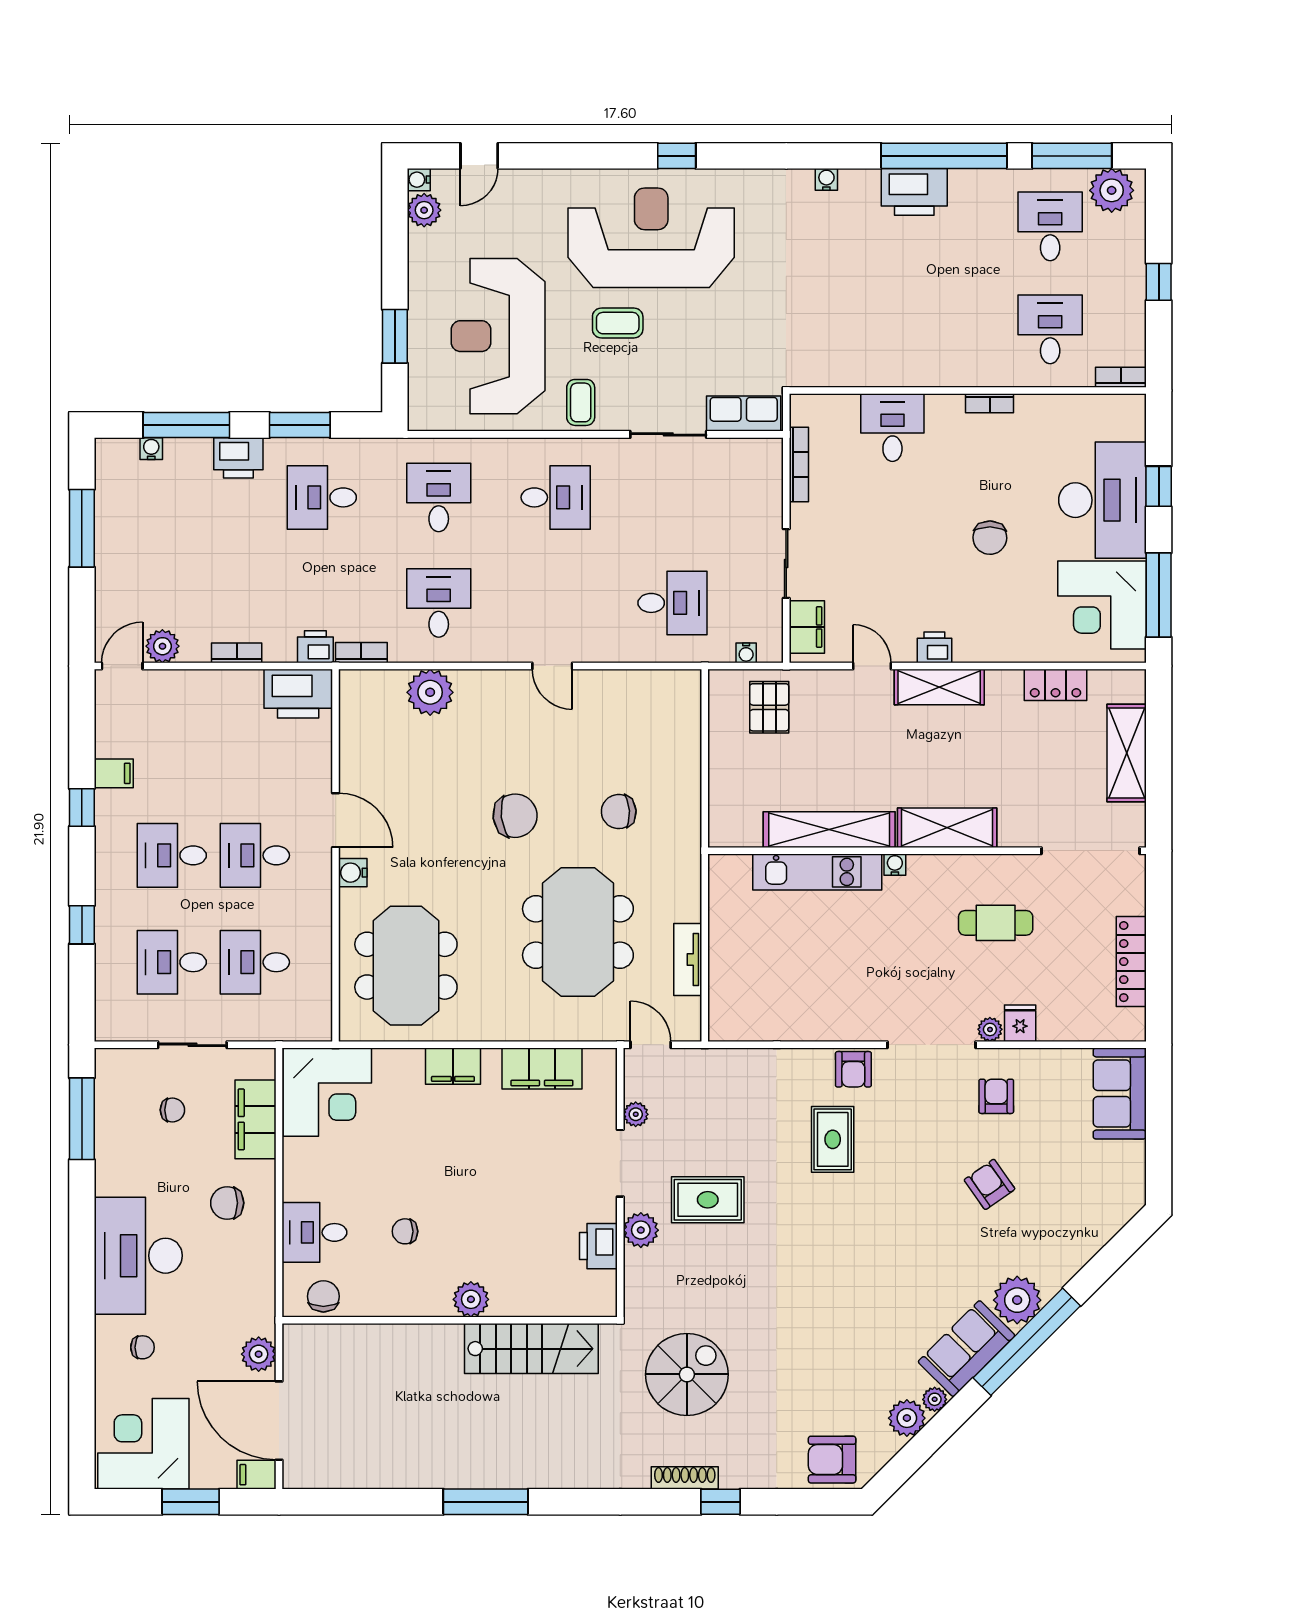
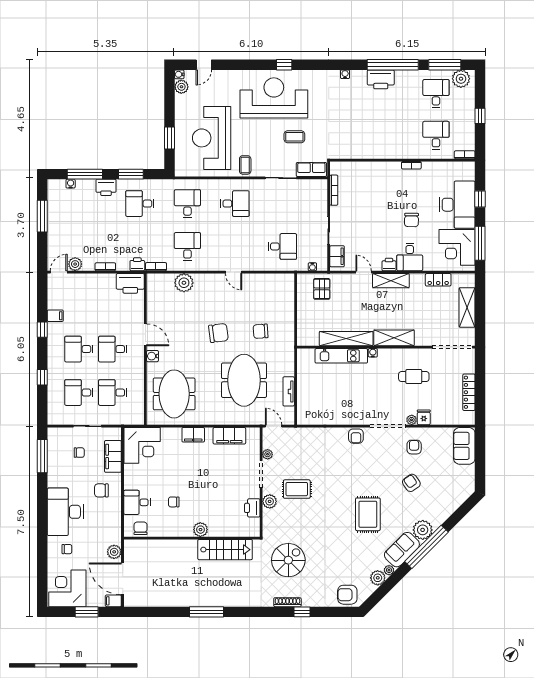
coffee table: (618, 323) -> (294, 137), moved
desk: (892, 428) -> (410, 257), moved, turned 180
rug: (833, 1139) -> (368, 514), moved, width x1.36, depth x1.43

